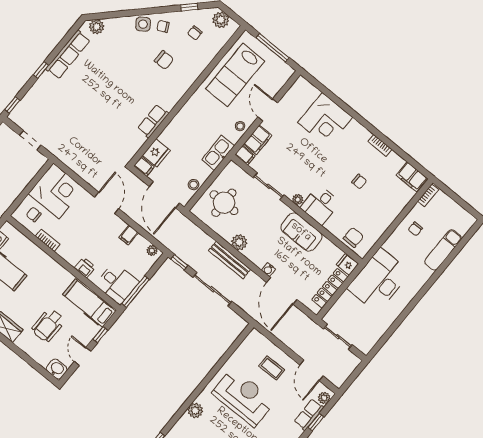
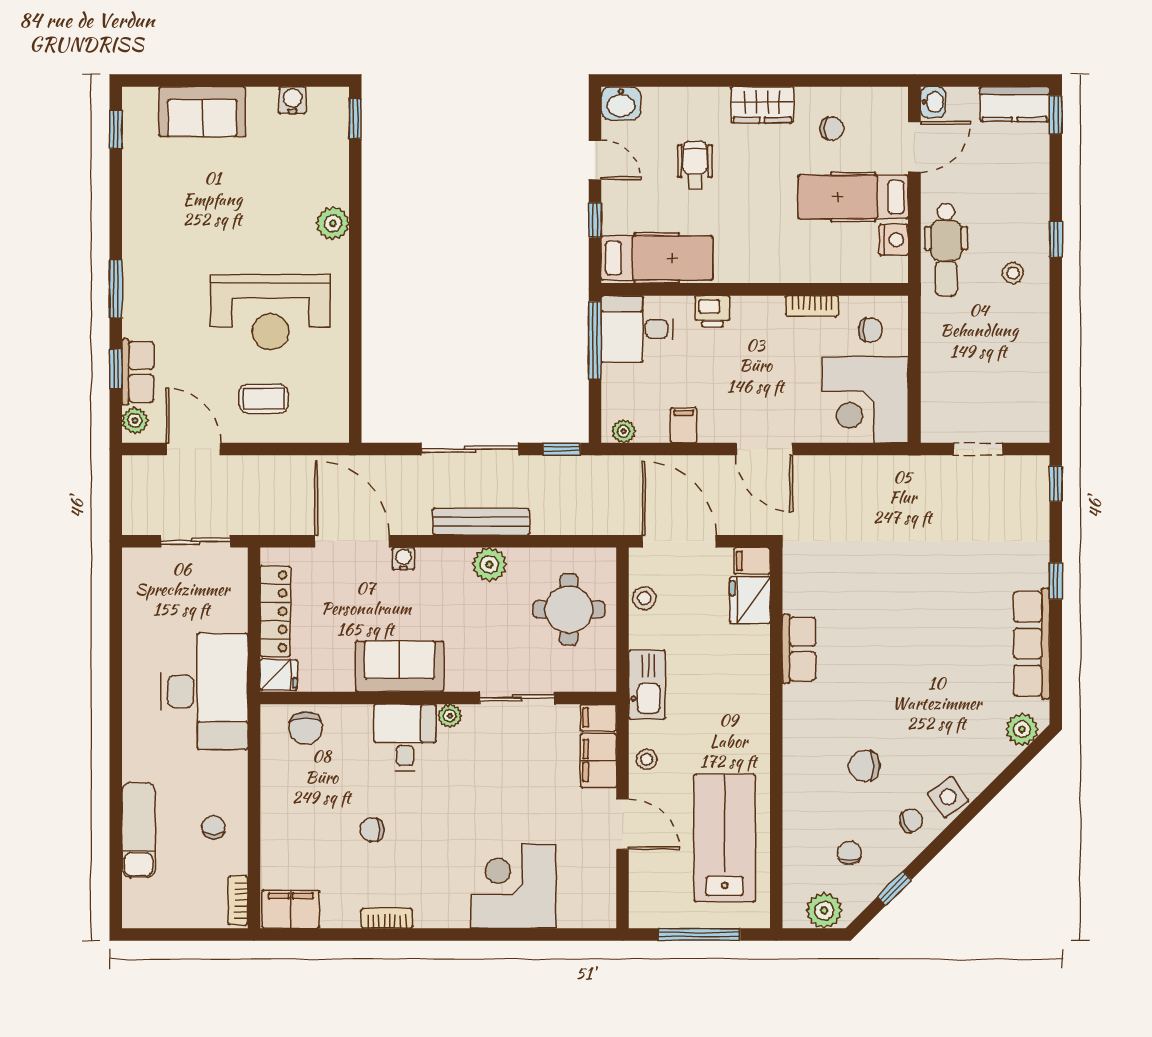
wheelchair: (48, 325) -> (695, 165), width x0.73, depth x0.73

